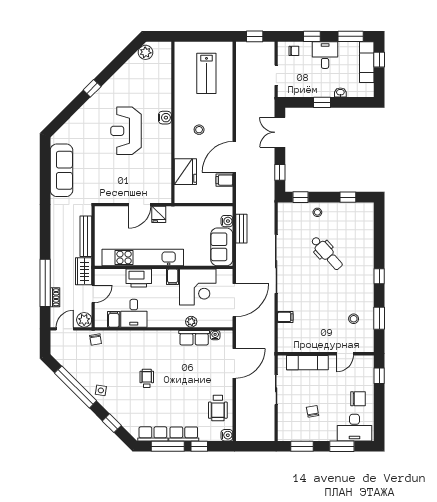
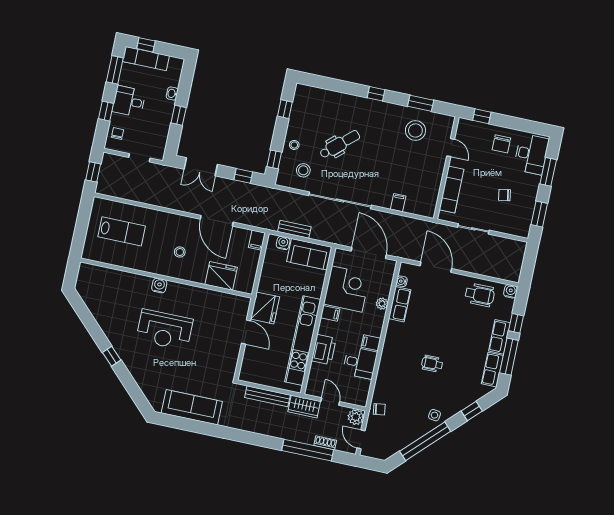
plant: (146, 52) -> (86, 291), removed
filing cabinet: (224, 180) -> (257, 240), moved
fridge: (159, 214) -> (265, 308), width x1.88, depth x1.34
stool: (296, 225) -> (303, 170), added
filing cabinet: (114, 319) -> (371, 343), moved
stool: (354, 319) -> (415, 130), width x1.89, depth x1.89
chair: (358, 399) -> (501, 144), turned 180

